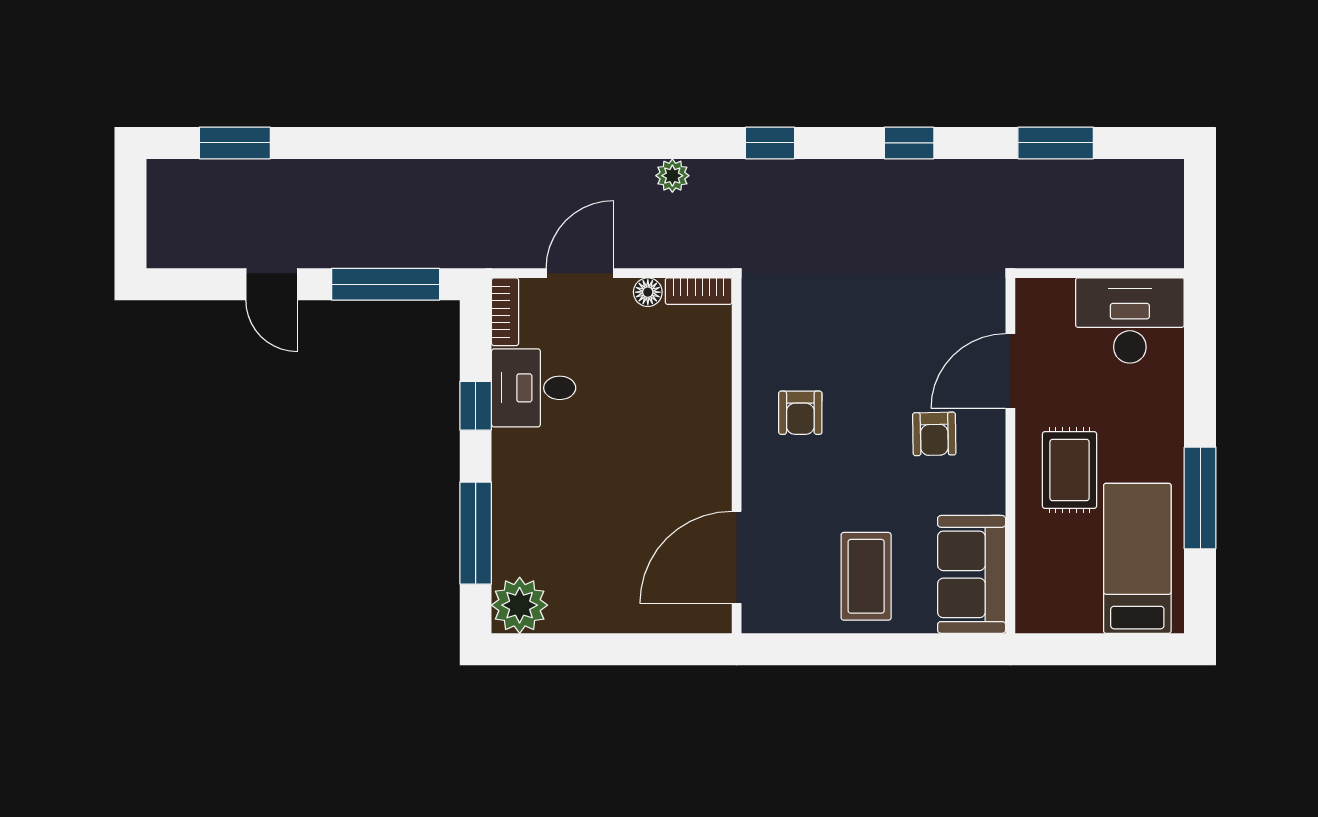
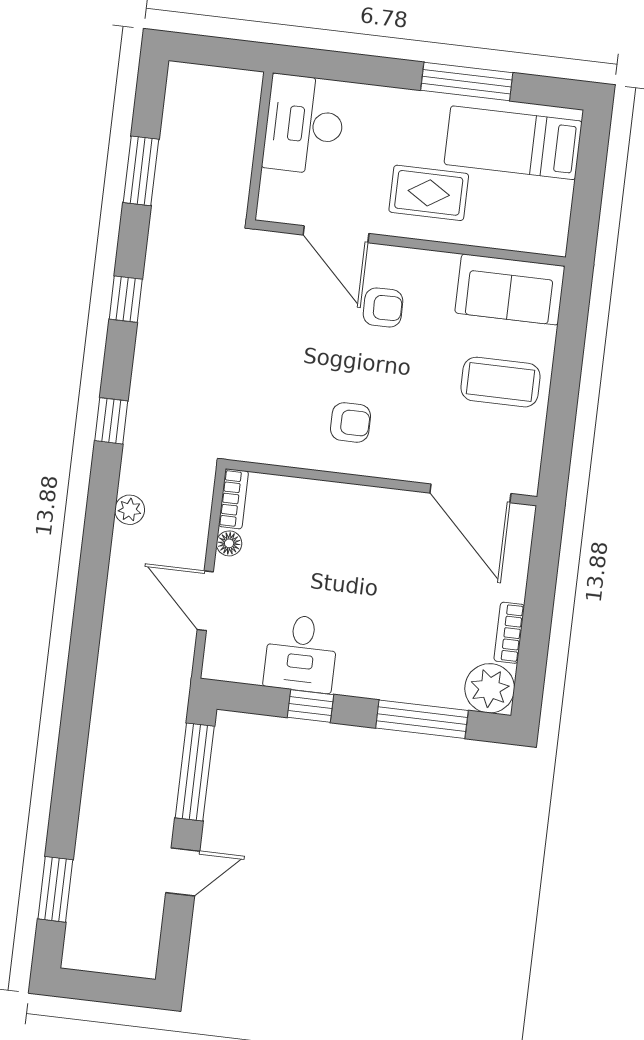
bookcase: (505, 312) -> (509, 633), moved, turned -90

